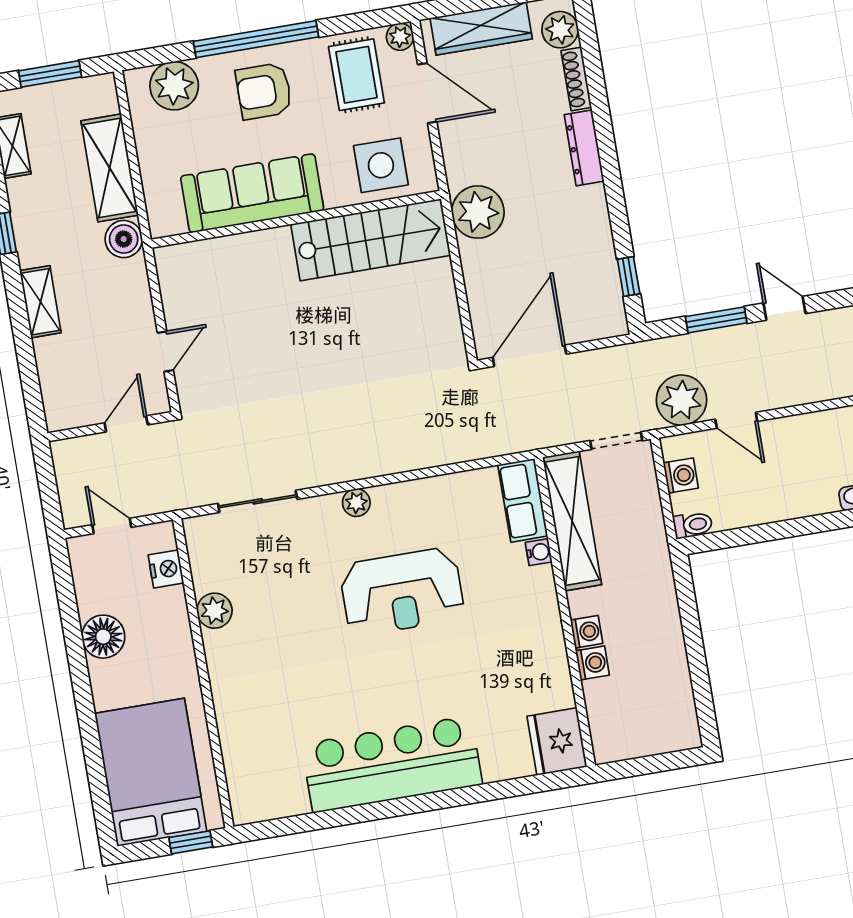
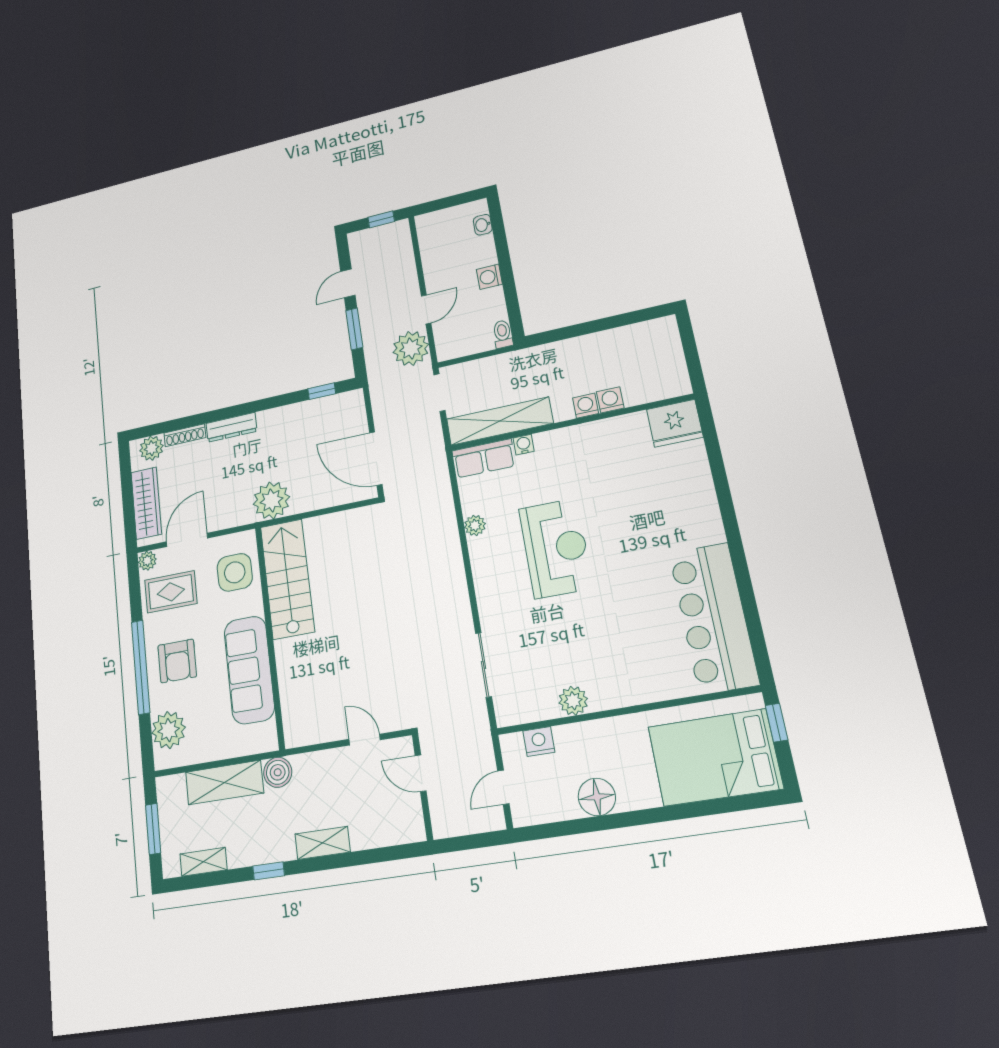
washing machine: (681, 476) -> (489, 277), moved, turned -90
plant: (356, 503) -> (475, 525), moved
bar counter: (392, 764) -> (714, 618), moved

